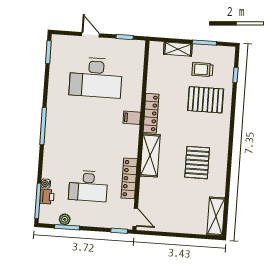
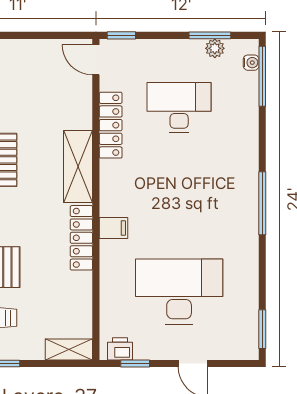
shelving: (178, 49) -> (69, 349), moved
water cooler: (46, 184) -> (251, 63), moved
printer: (47, 197) -> (120, 349), moved, turned 90

